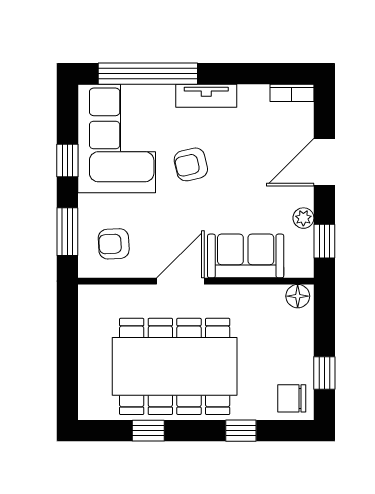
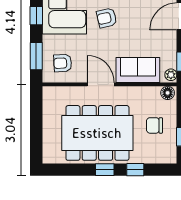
plant: (303, 218) -> (171, 75), moved
door: (180, 281) -> (101, 84), hinge flipped
chair: (292, 398) -> (154, 125), moved
window: (148, 431) -> (105, 170), moved

